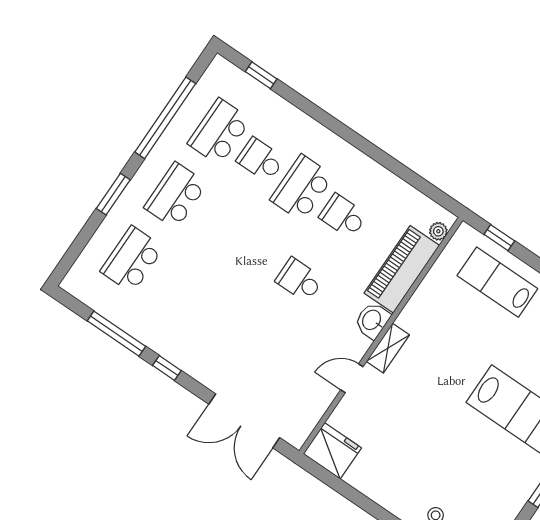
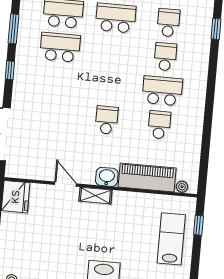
school desk: (219, 132) -> (168, 23), width x0.54
school desk: (173, 288) -> (60, 47), added
window: (116, 334) -> (14, 29), width x0.69

